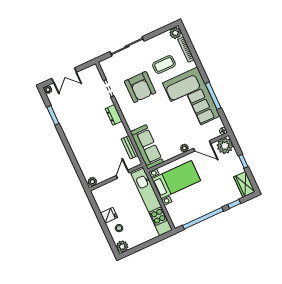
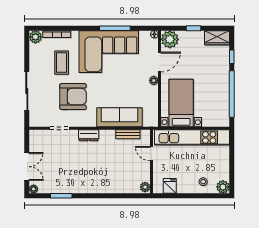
sofa: (147, 147) -> (119, 117), moved
fridge: (109, 215) -> (170, 186), moved

